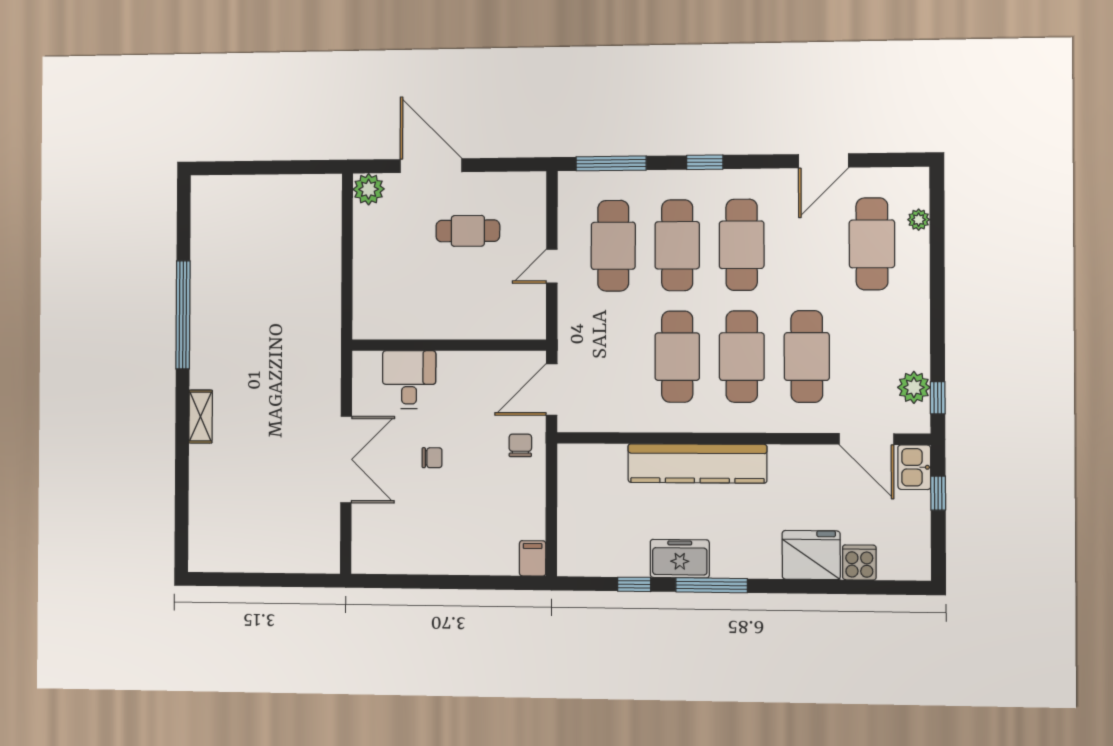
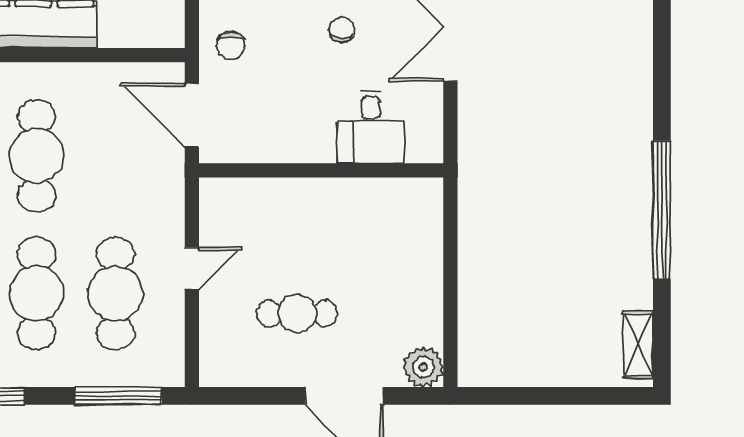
door: (552, 389) -> (192, 115), swing flipped
shelving: (201, 417) -> (638, 344), moved
chair: (432, 458) -> (342, 30), turned 90

